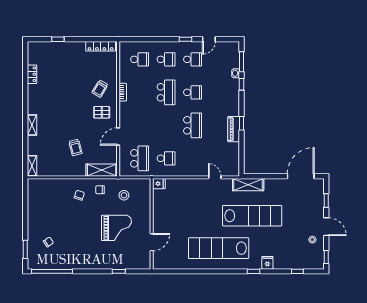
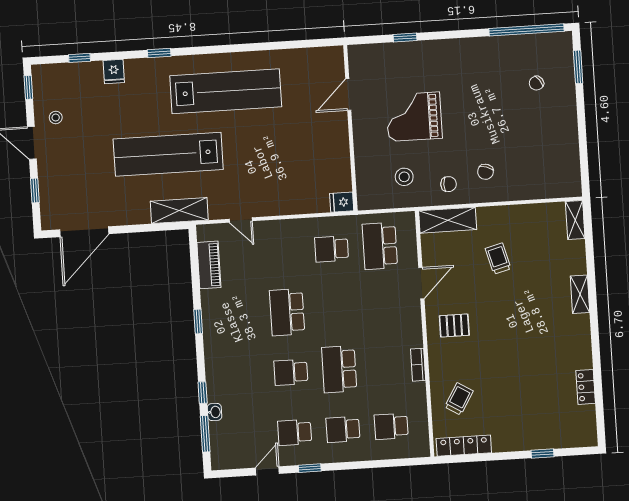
trolley: (100, 89) -> (459, 399), moved
piano: (234, 129) -> (209, 265), moved
fridge: (267, 263) -> (114, 72), moved

